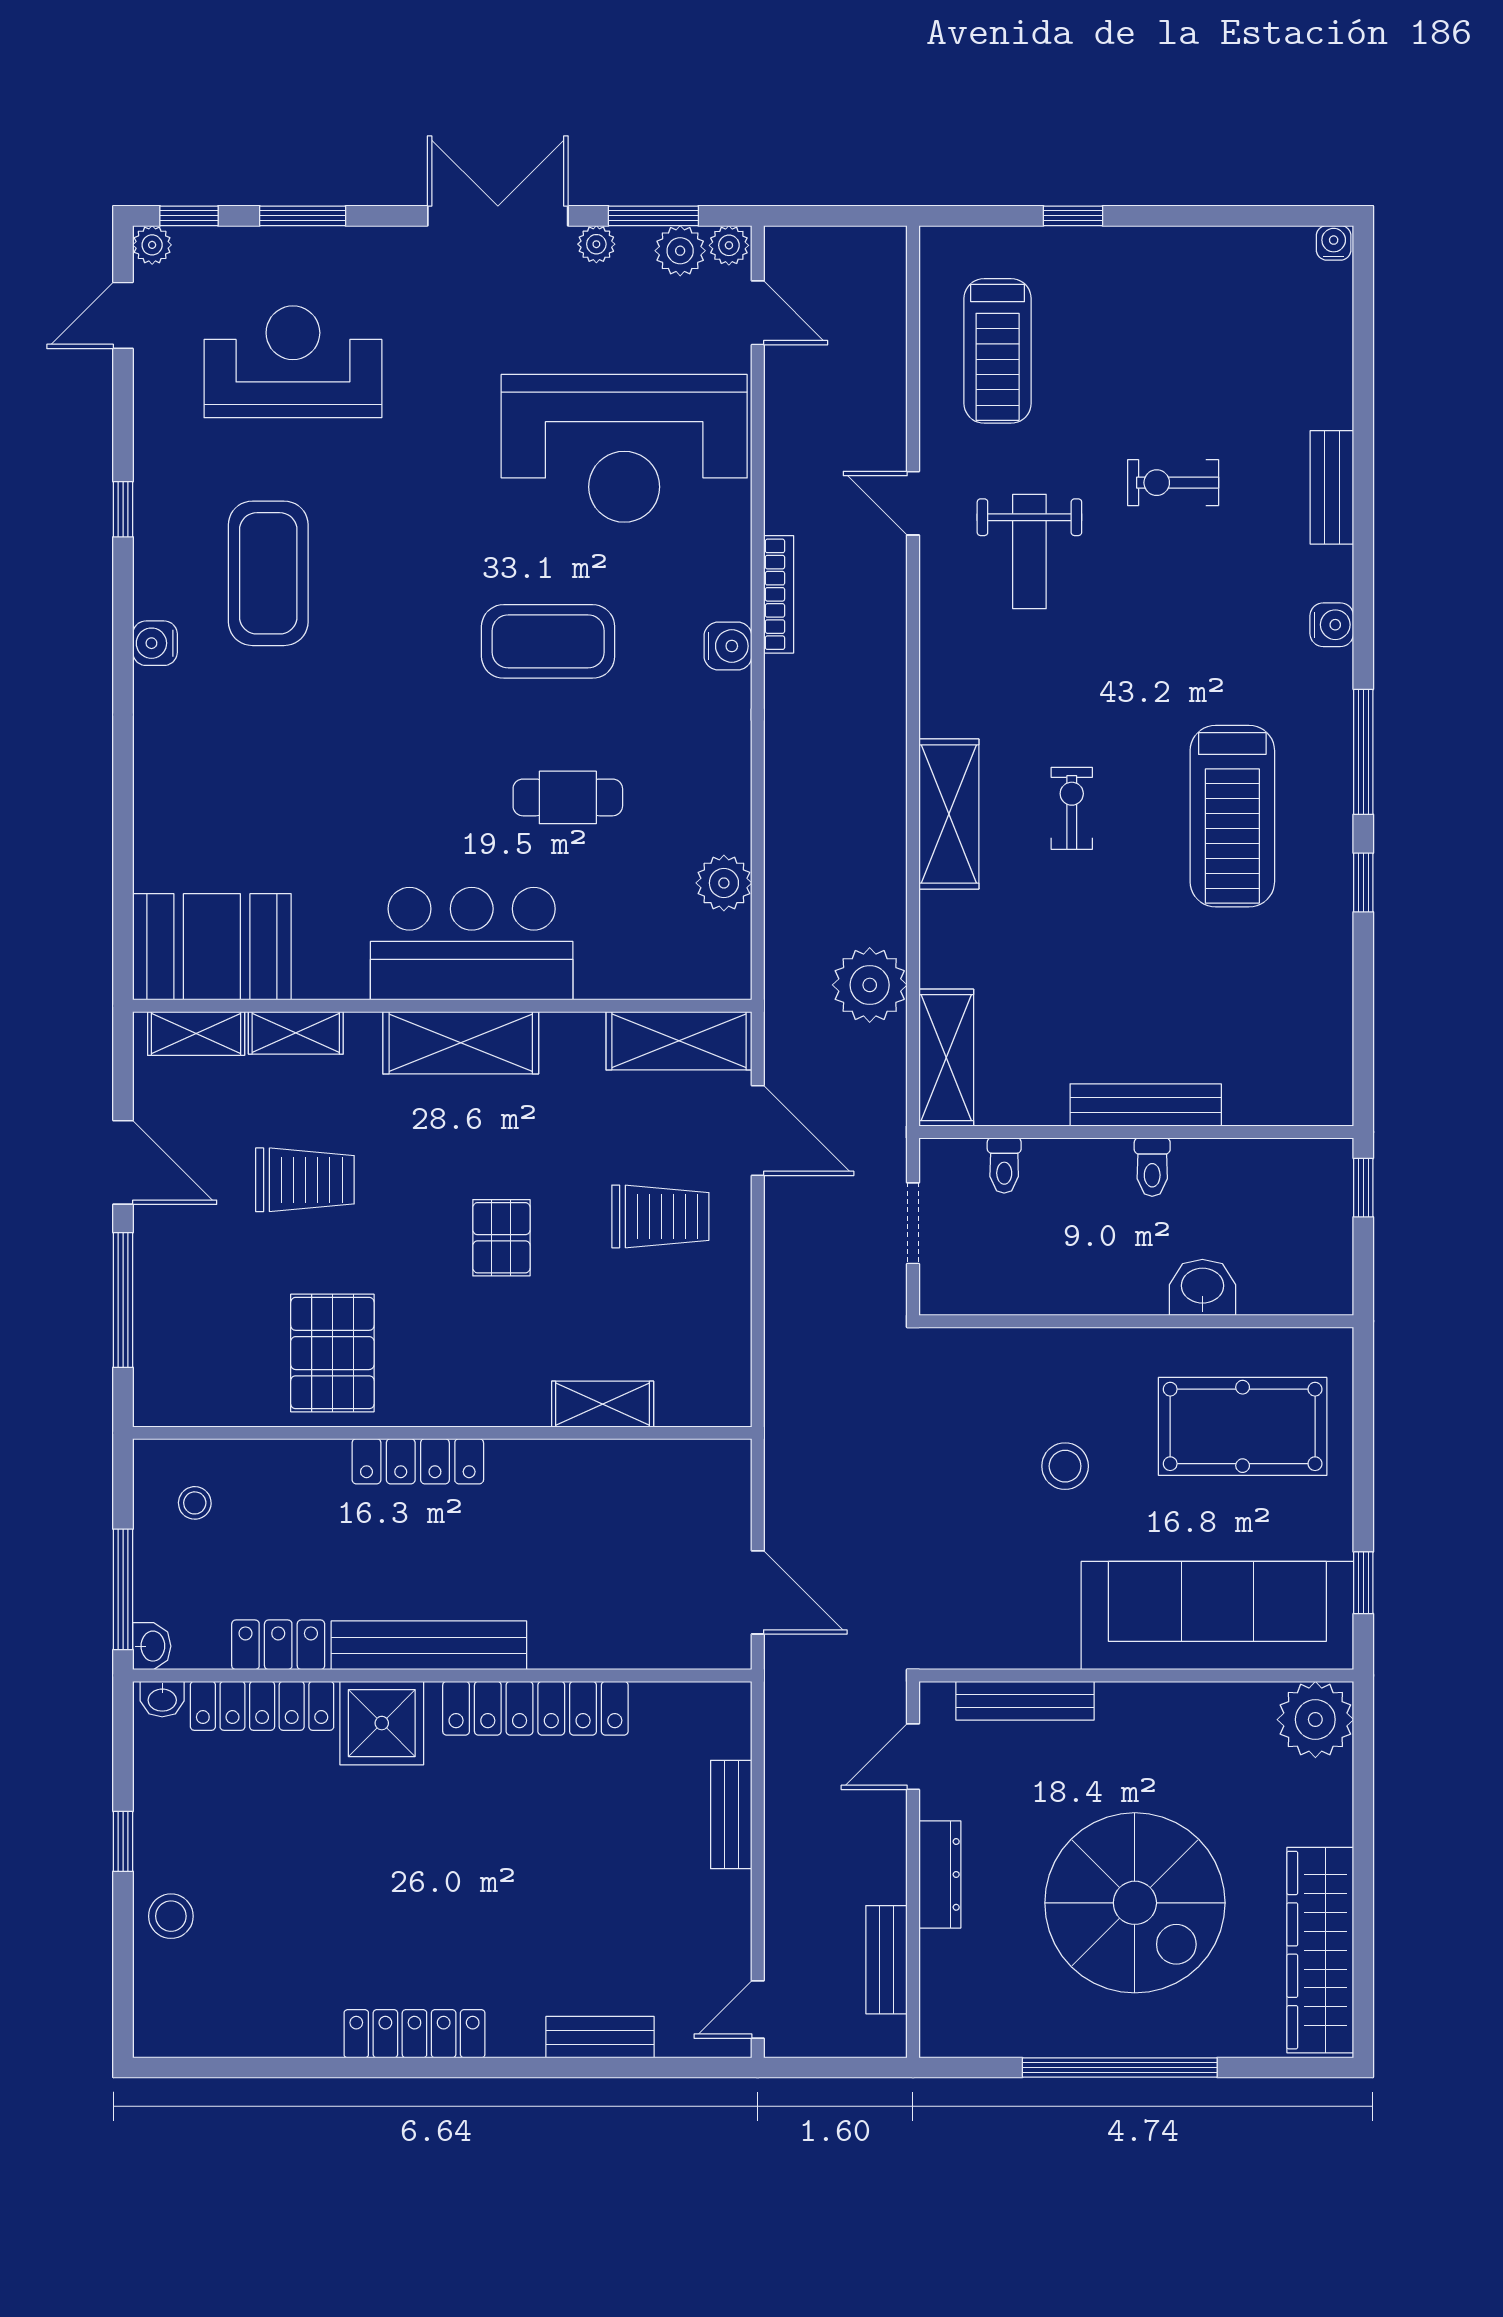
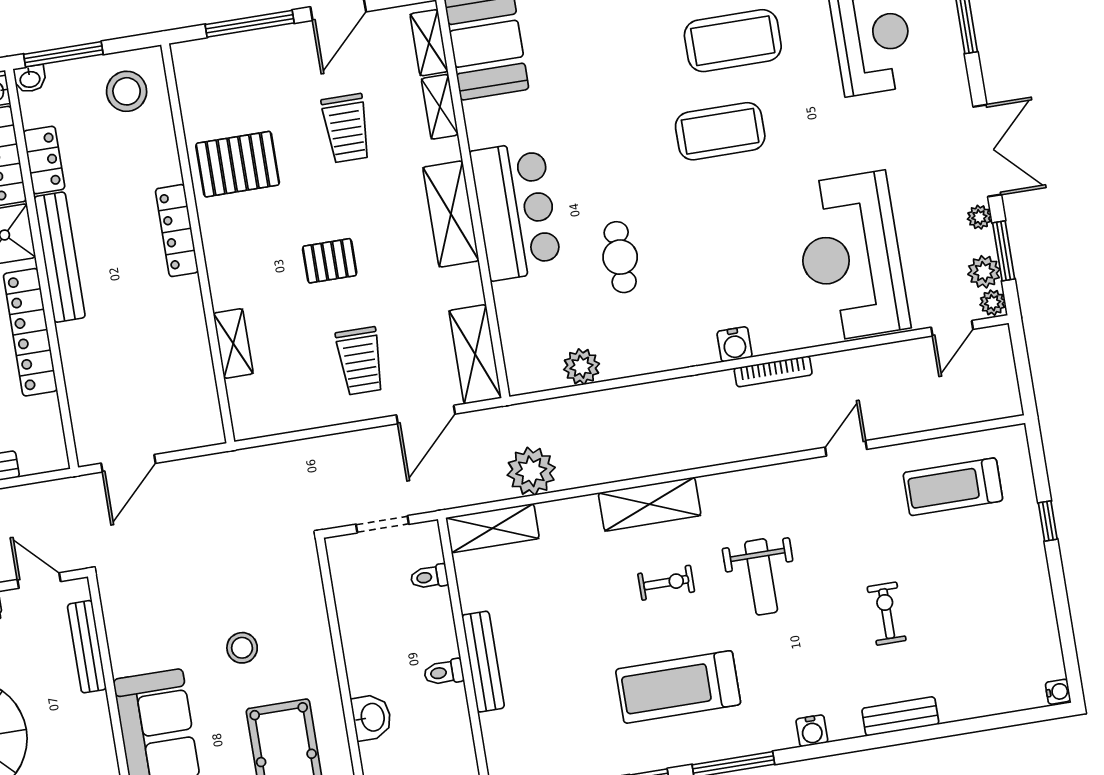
weight bench: (1029, 552) -> (761, 577), moved, turned -90
coffee table: (548, 641) -> (720, 131), moved, turned 90
stool: (195, 1503) -> (127, 91), width x1.89, depth x1.89

